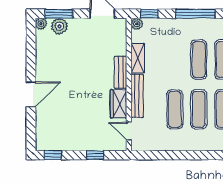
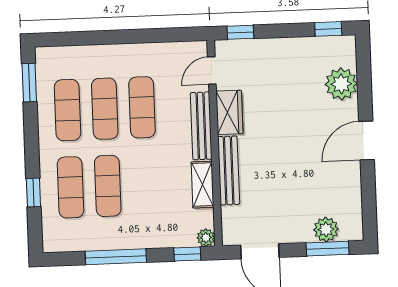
plant: (41, 24) -> (341, 84), moved, width x1.87, depth x1.87
bench: (121, 72) -> (229, 170), width x1.36
door: (31, 94) -> (367, 140), moved
door: (129, 131) -> (212, 71), swing flipped
window: (95, 155) -> (240, 32), moved

